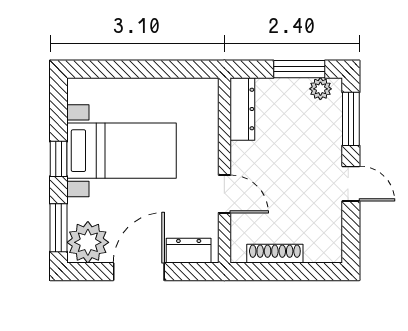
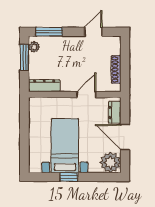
door: (351, 184) -> (93, 32), moved
window: (58, 228) -> (103, 177), removed

